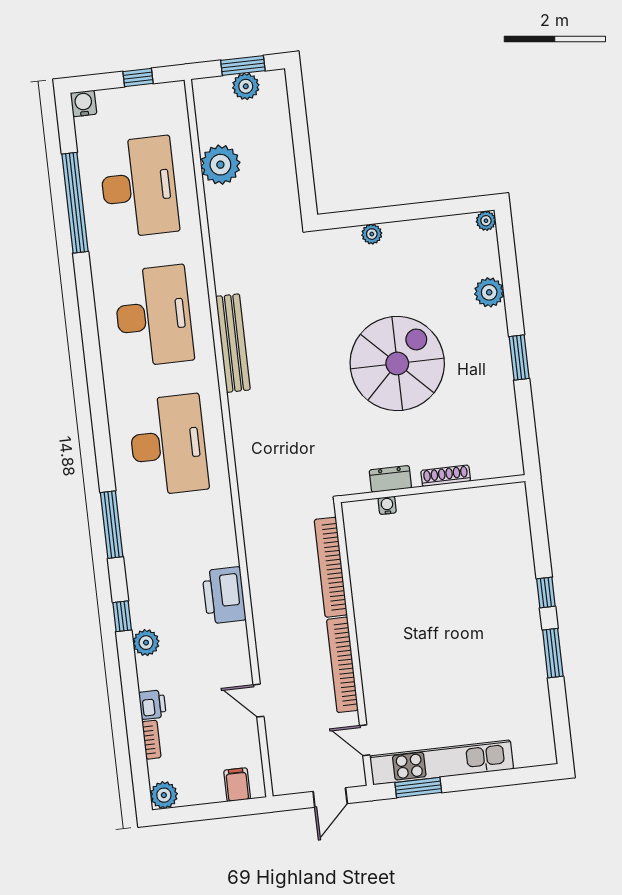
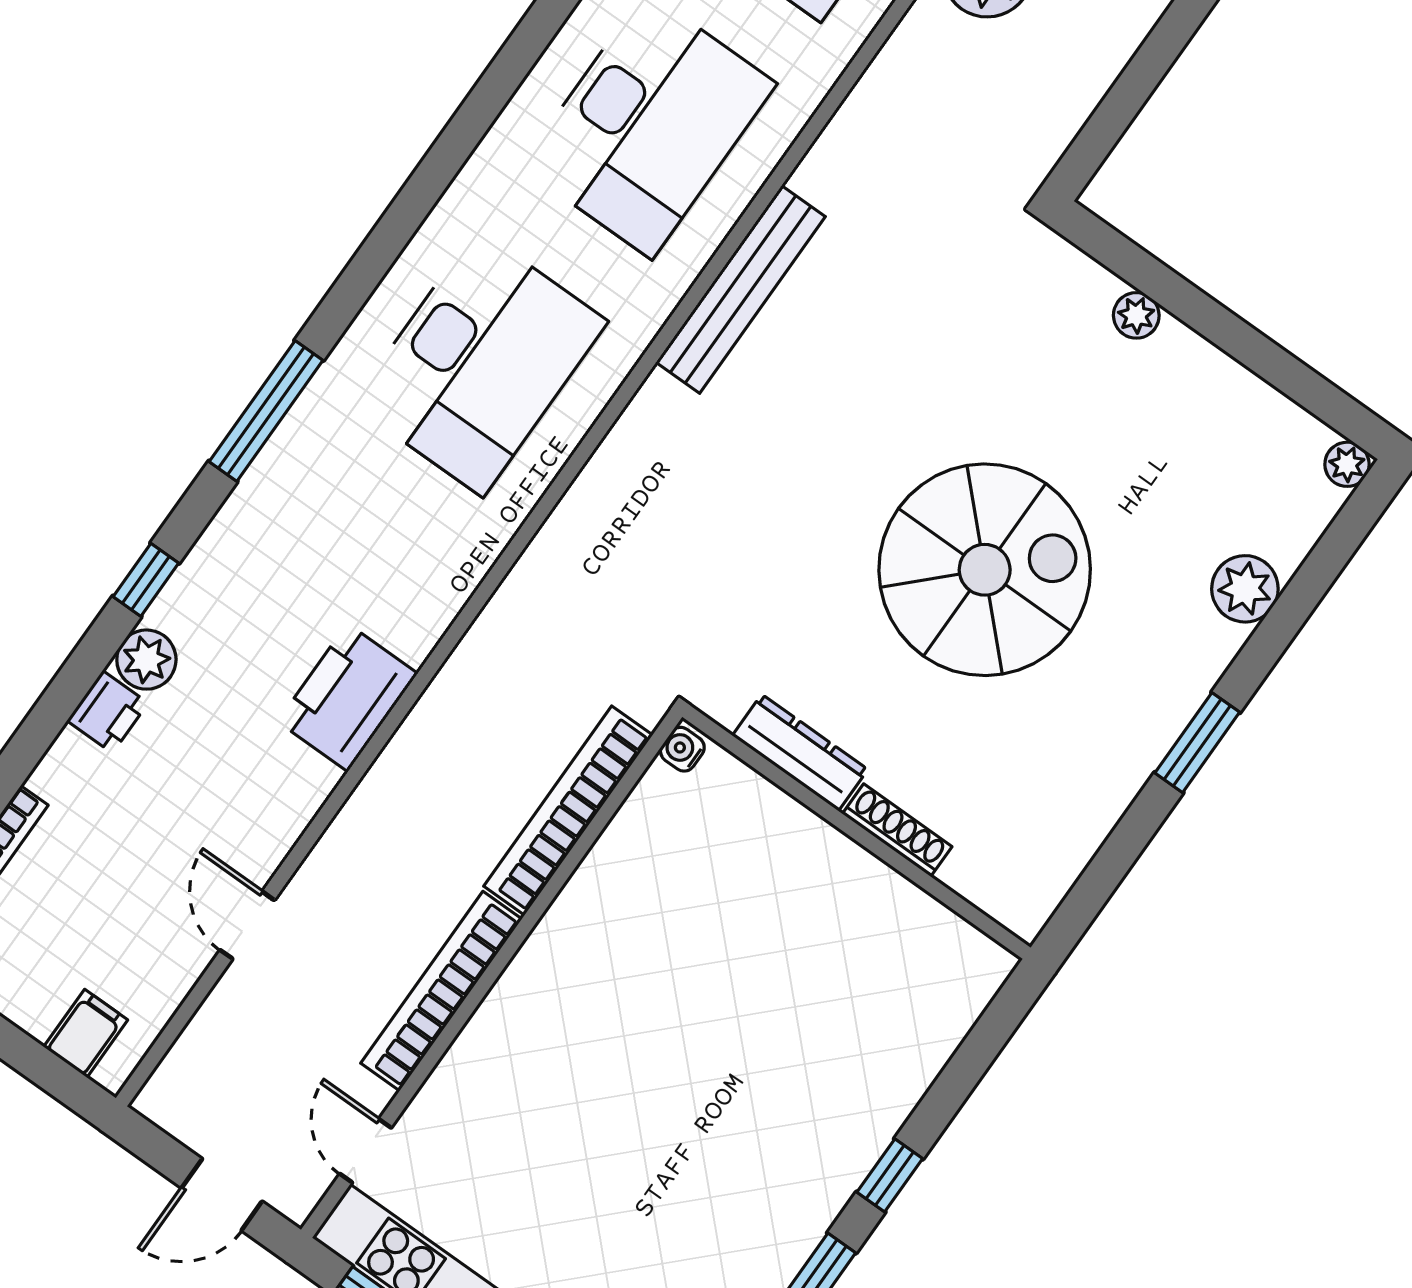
dresser: (390, 479) -> (800, 753), width x1.44
water cooler: (387, 505) -> (682, 749), moved, turned -90
printer: (152, 705) -> (108, 712), moved

